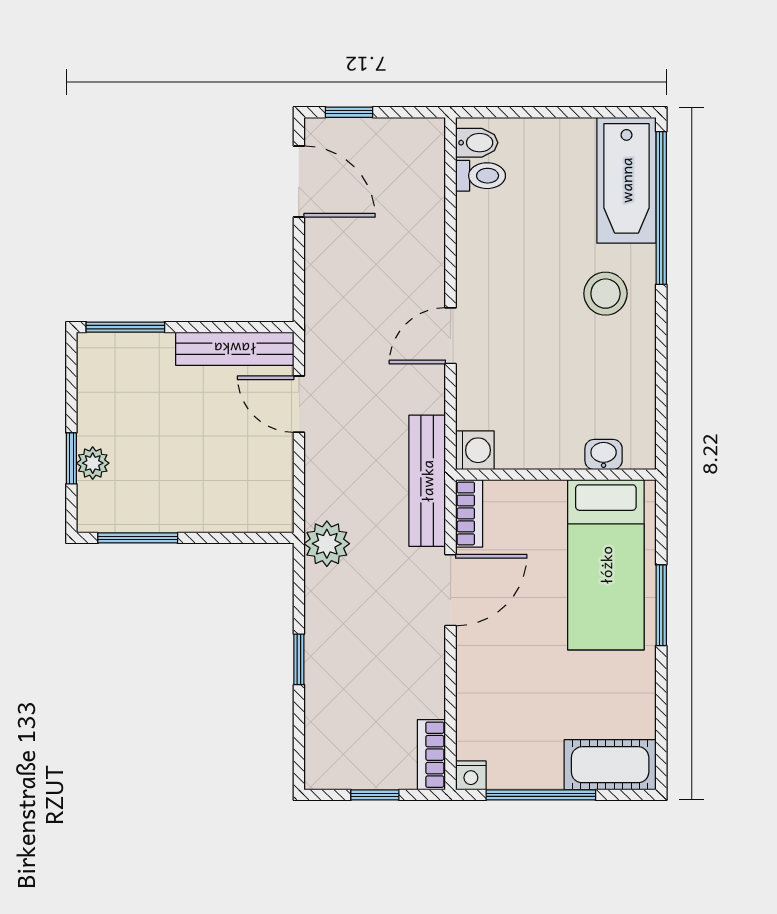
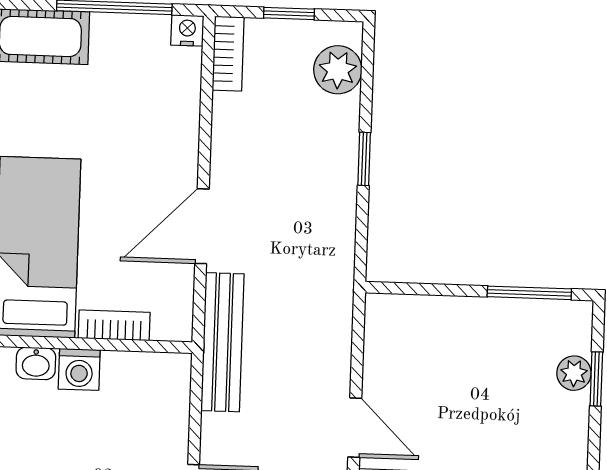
washing machine: (475, 450) -> (79, 369), moved, turned -90
bookcase: (469, 513) -> (114, 325), moved, turned 90
plant: (327, 544) -> (338, 70), moved

